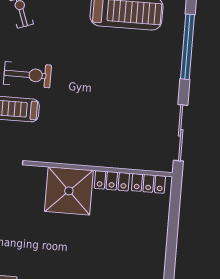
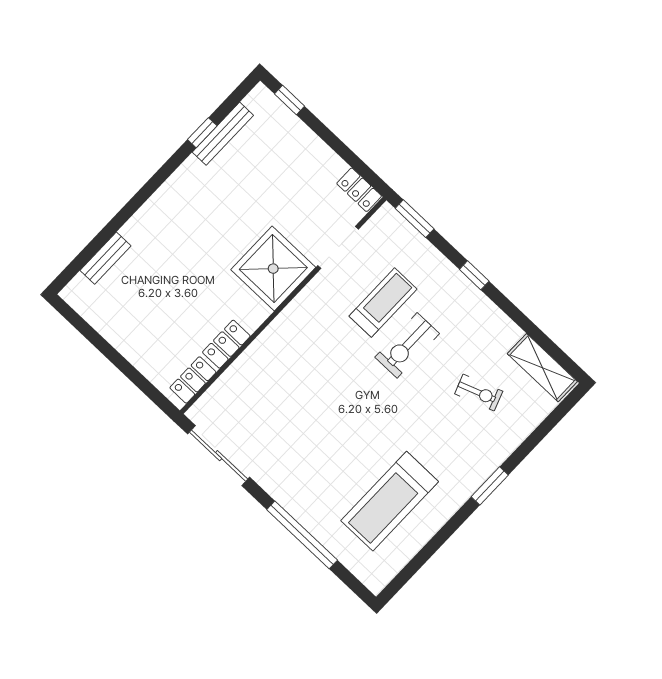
shower: (69, 191) -> (273, 269), moved

